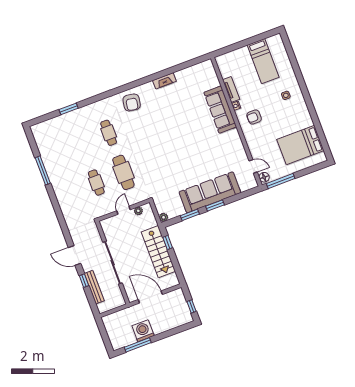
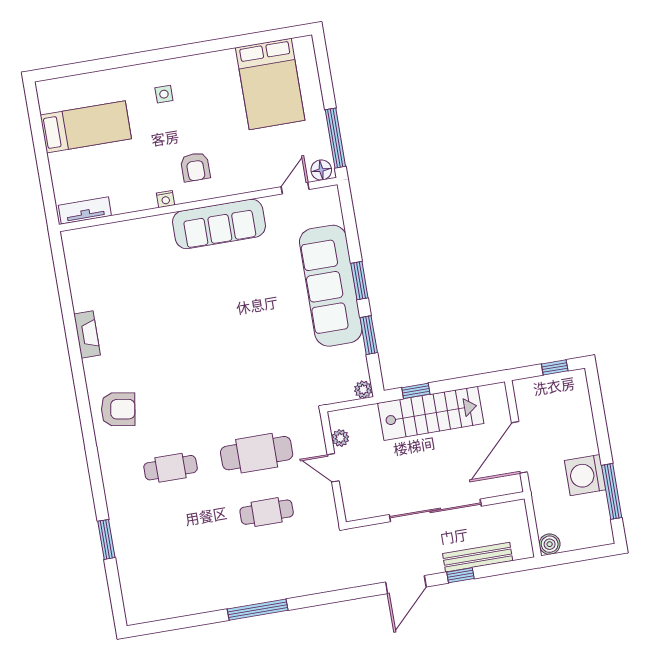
tv unit: (231, 89) -> (85, 210), moved
sofa: (220, 110) -> (219, 224), moved
window: (43, 170) -> (258, 610), moved
boiler: (107, 320) -> (550, 544), added

